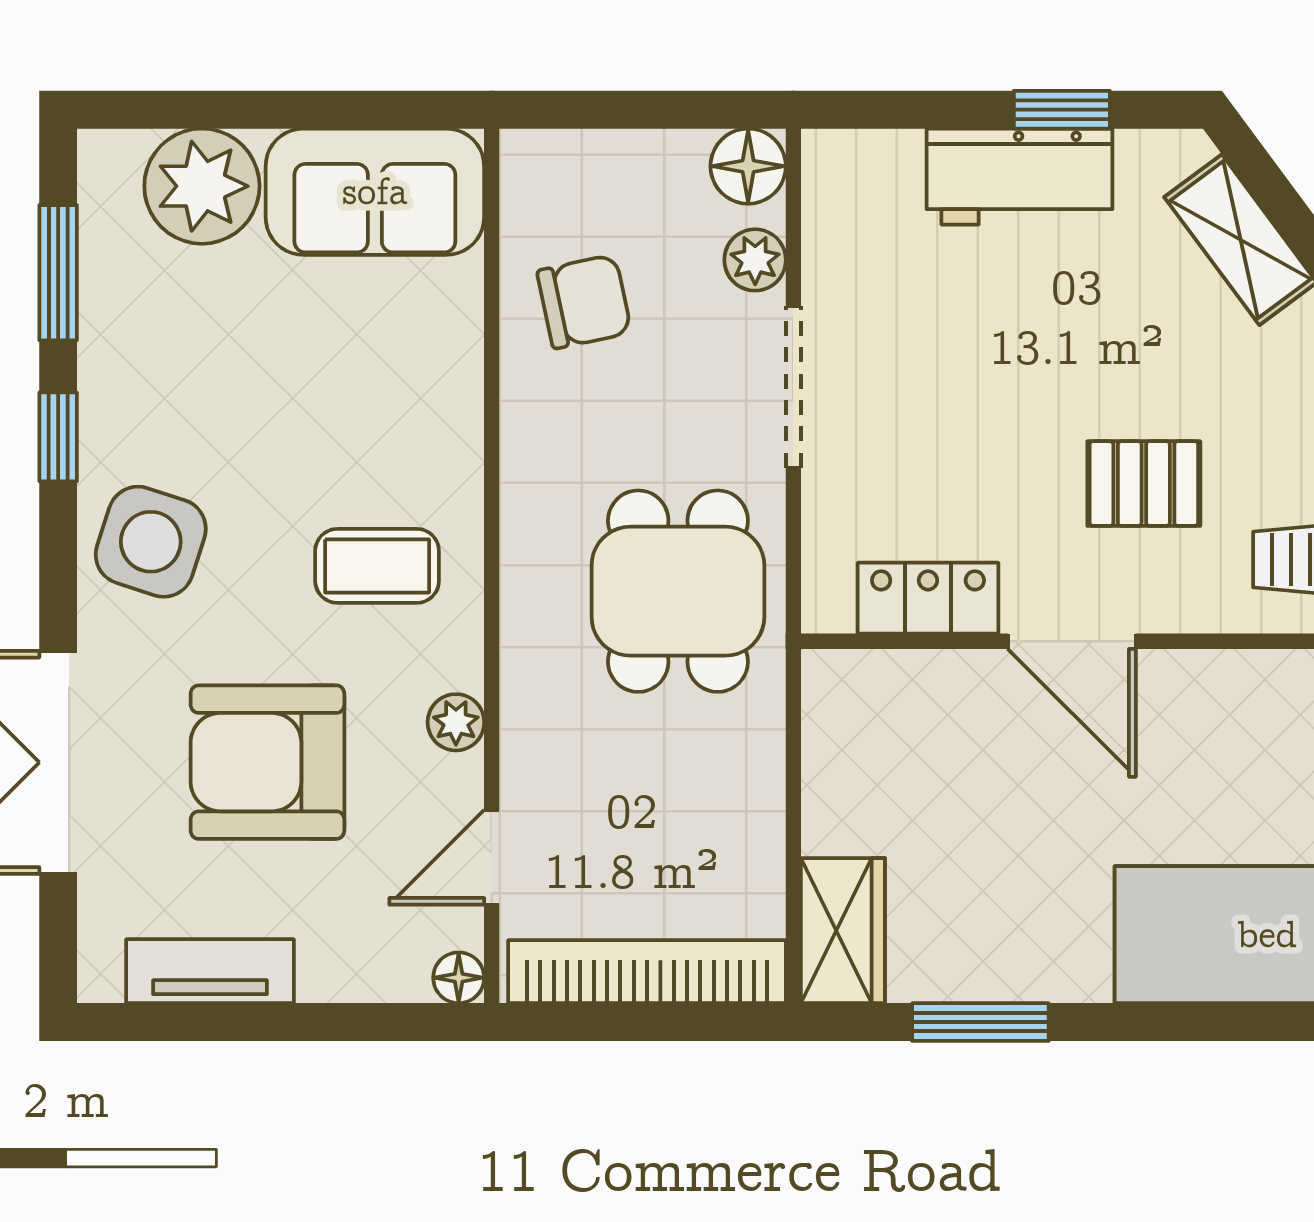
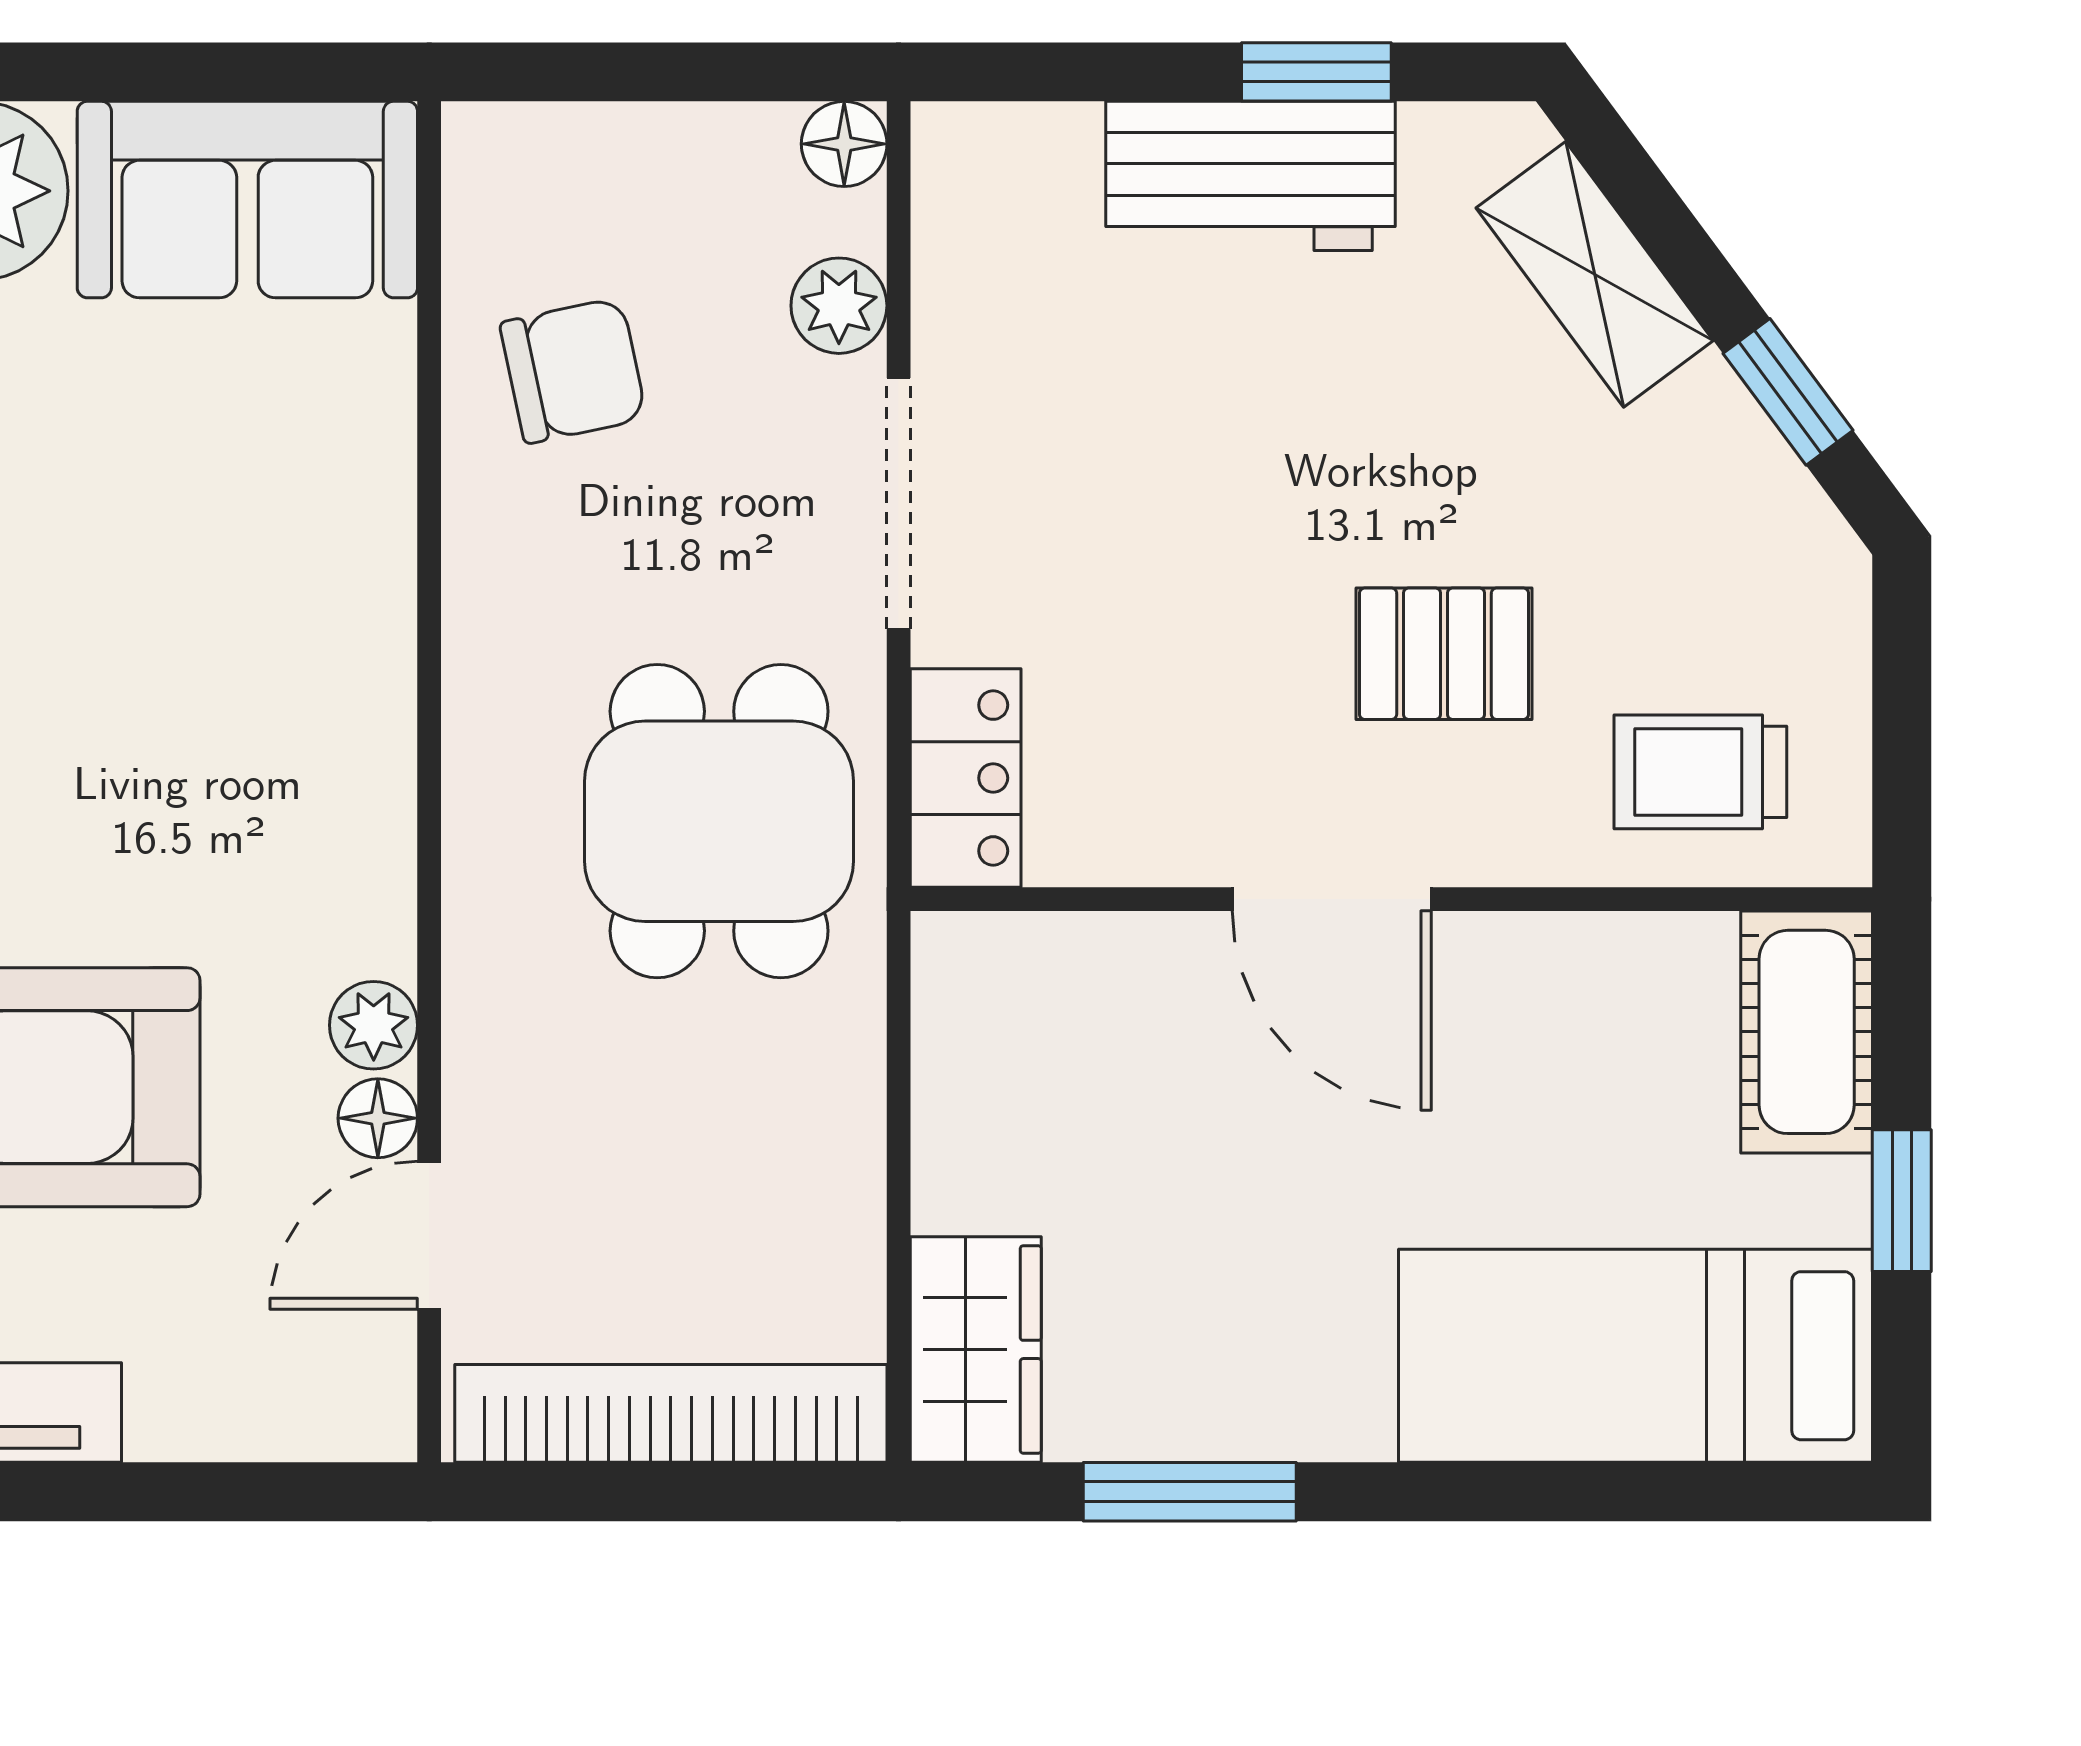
floor lamp: (748, 166) -> (844, 144), width x0.73, depth x0.73
coffee table: (377, 566) -> (251, 782), removed
locker: (928, 598) -> (966, 778), moved, turned 90
floor lamp: (459, 978) -> (378, 1118), moved

